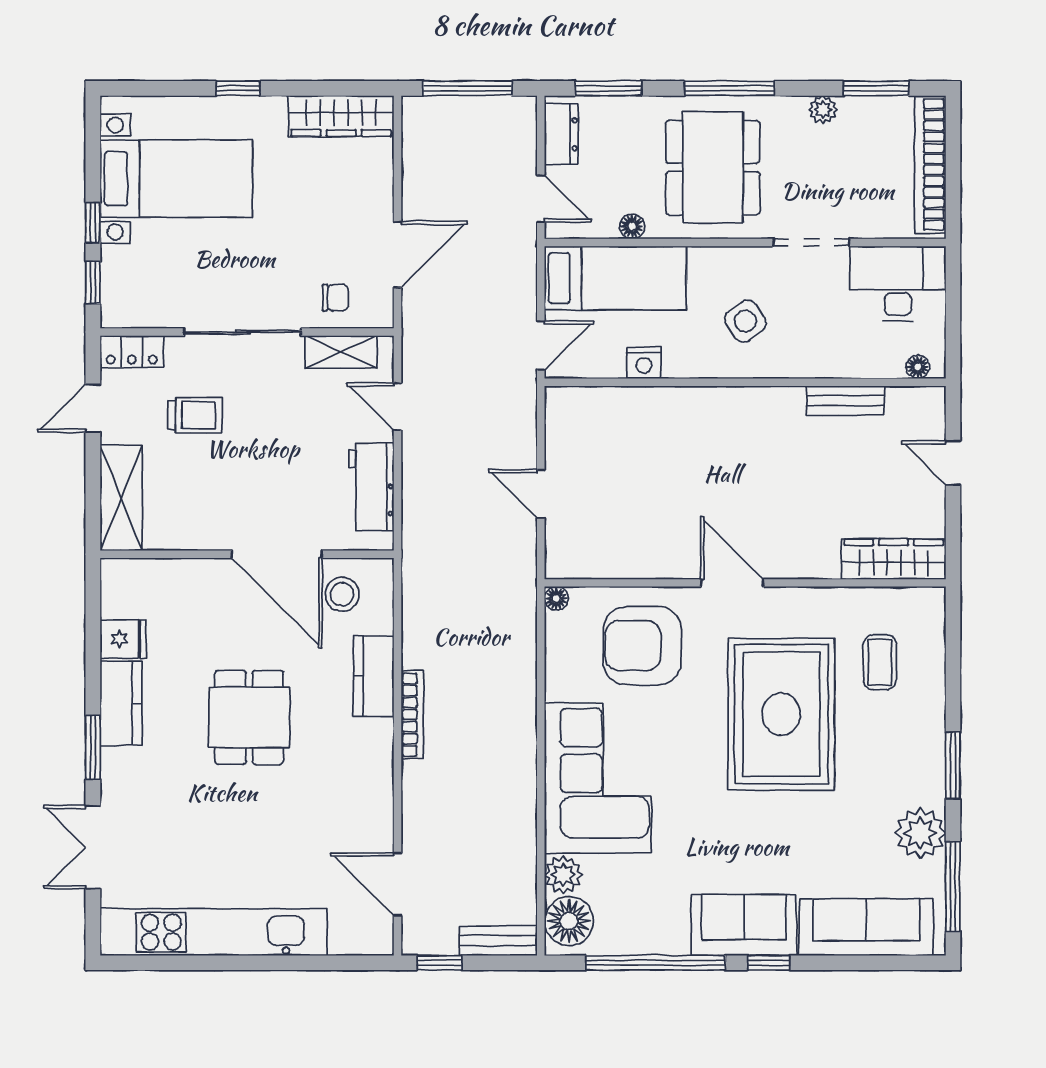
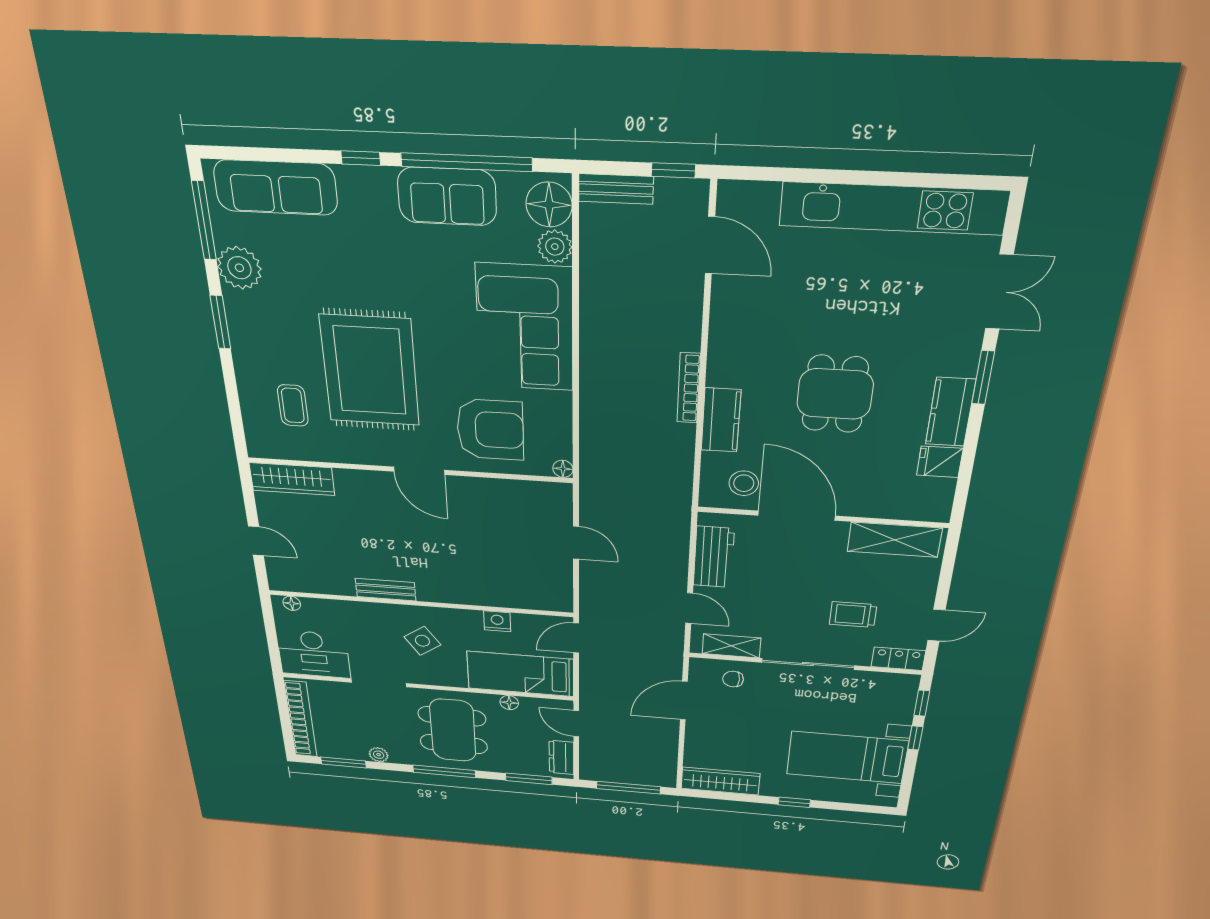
bench: (845, 401) -> (386, 590), moved
shelving: (121, 498) -> (894, 540), moved, turned 90
sofa: (744, 925) -> (447, 196), moved

